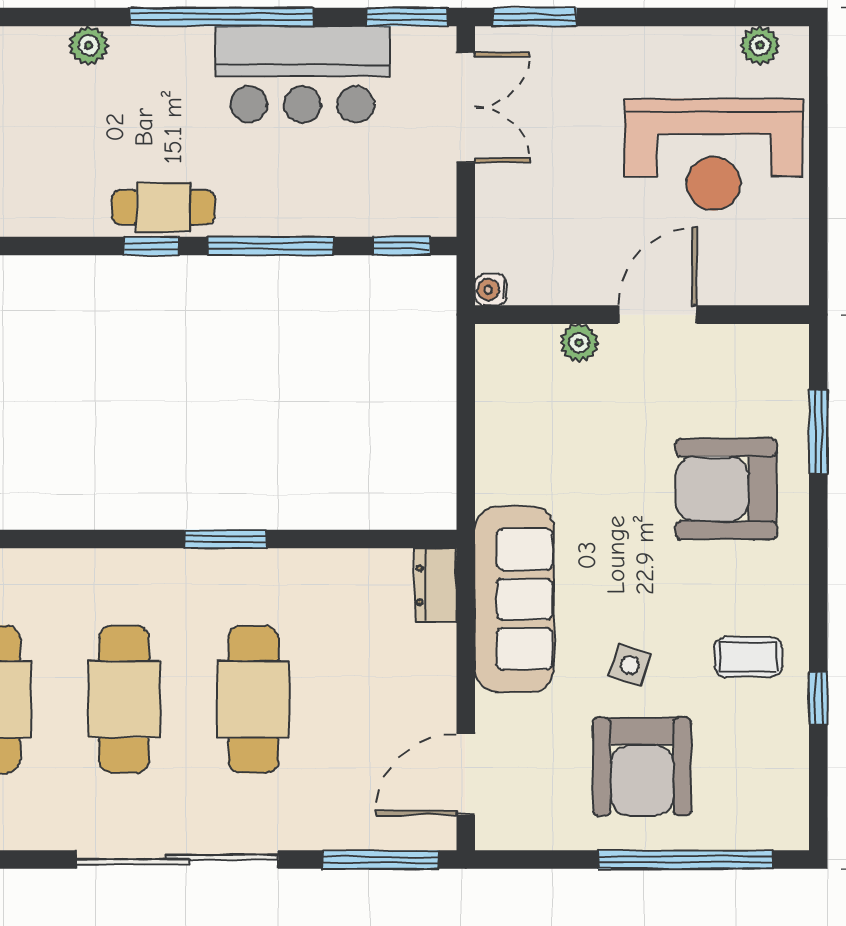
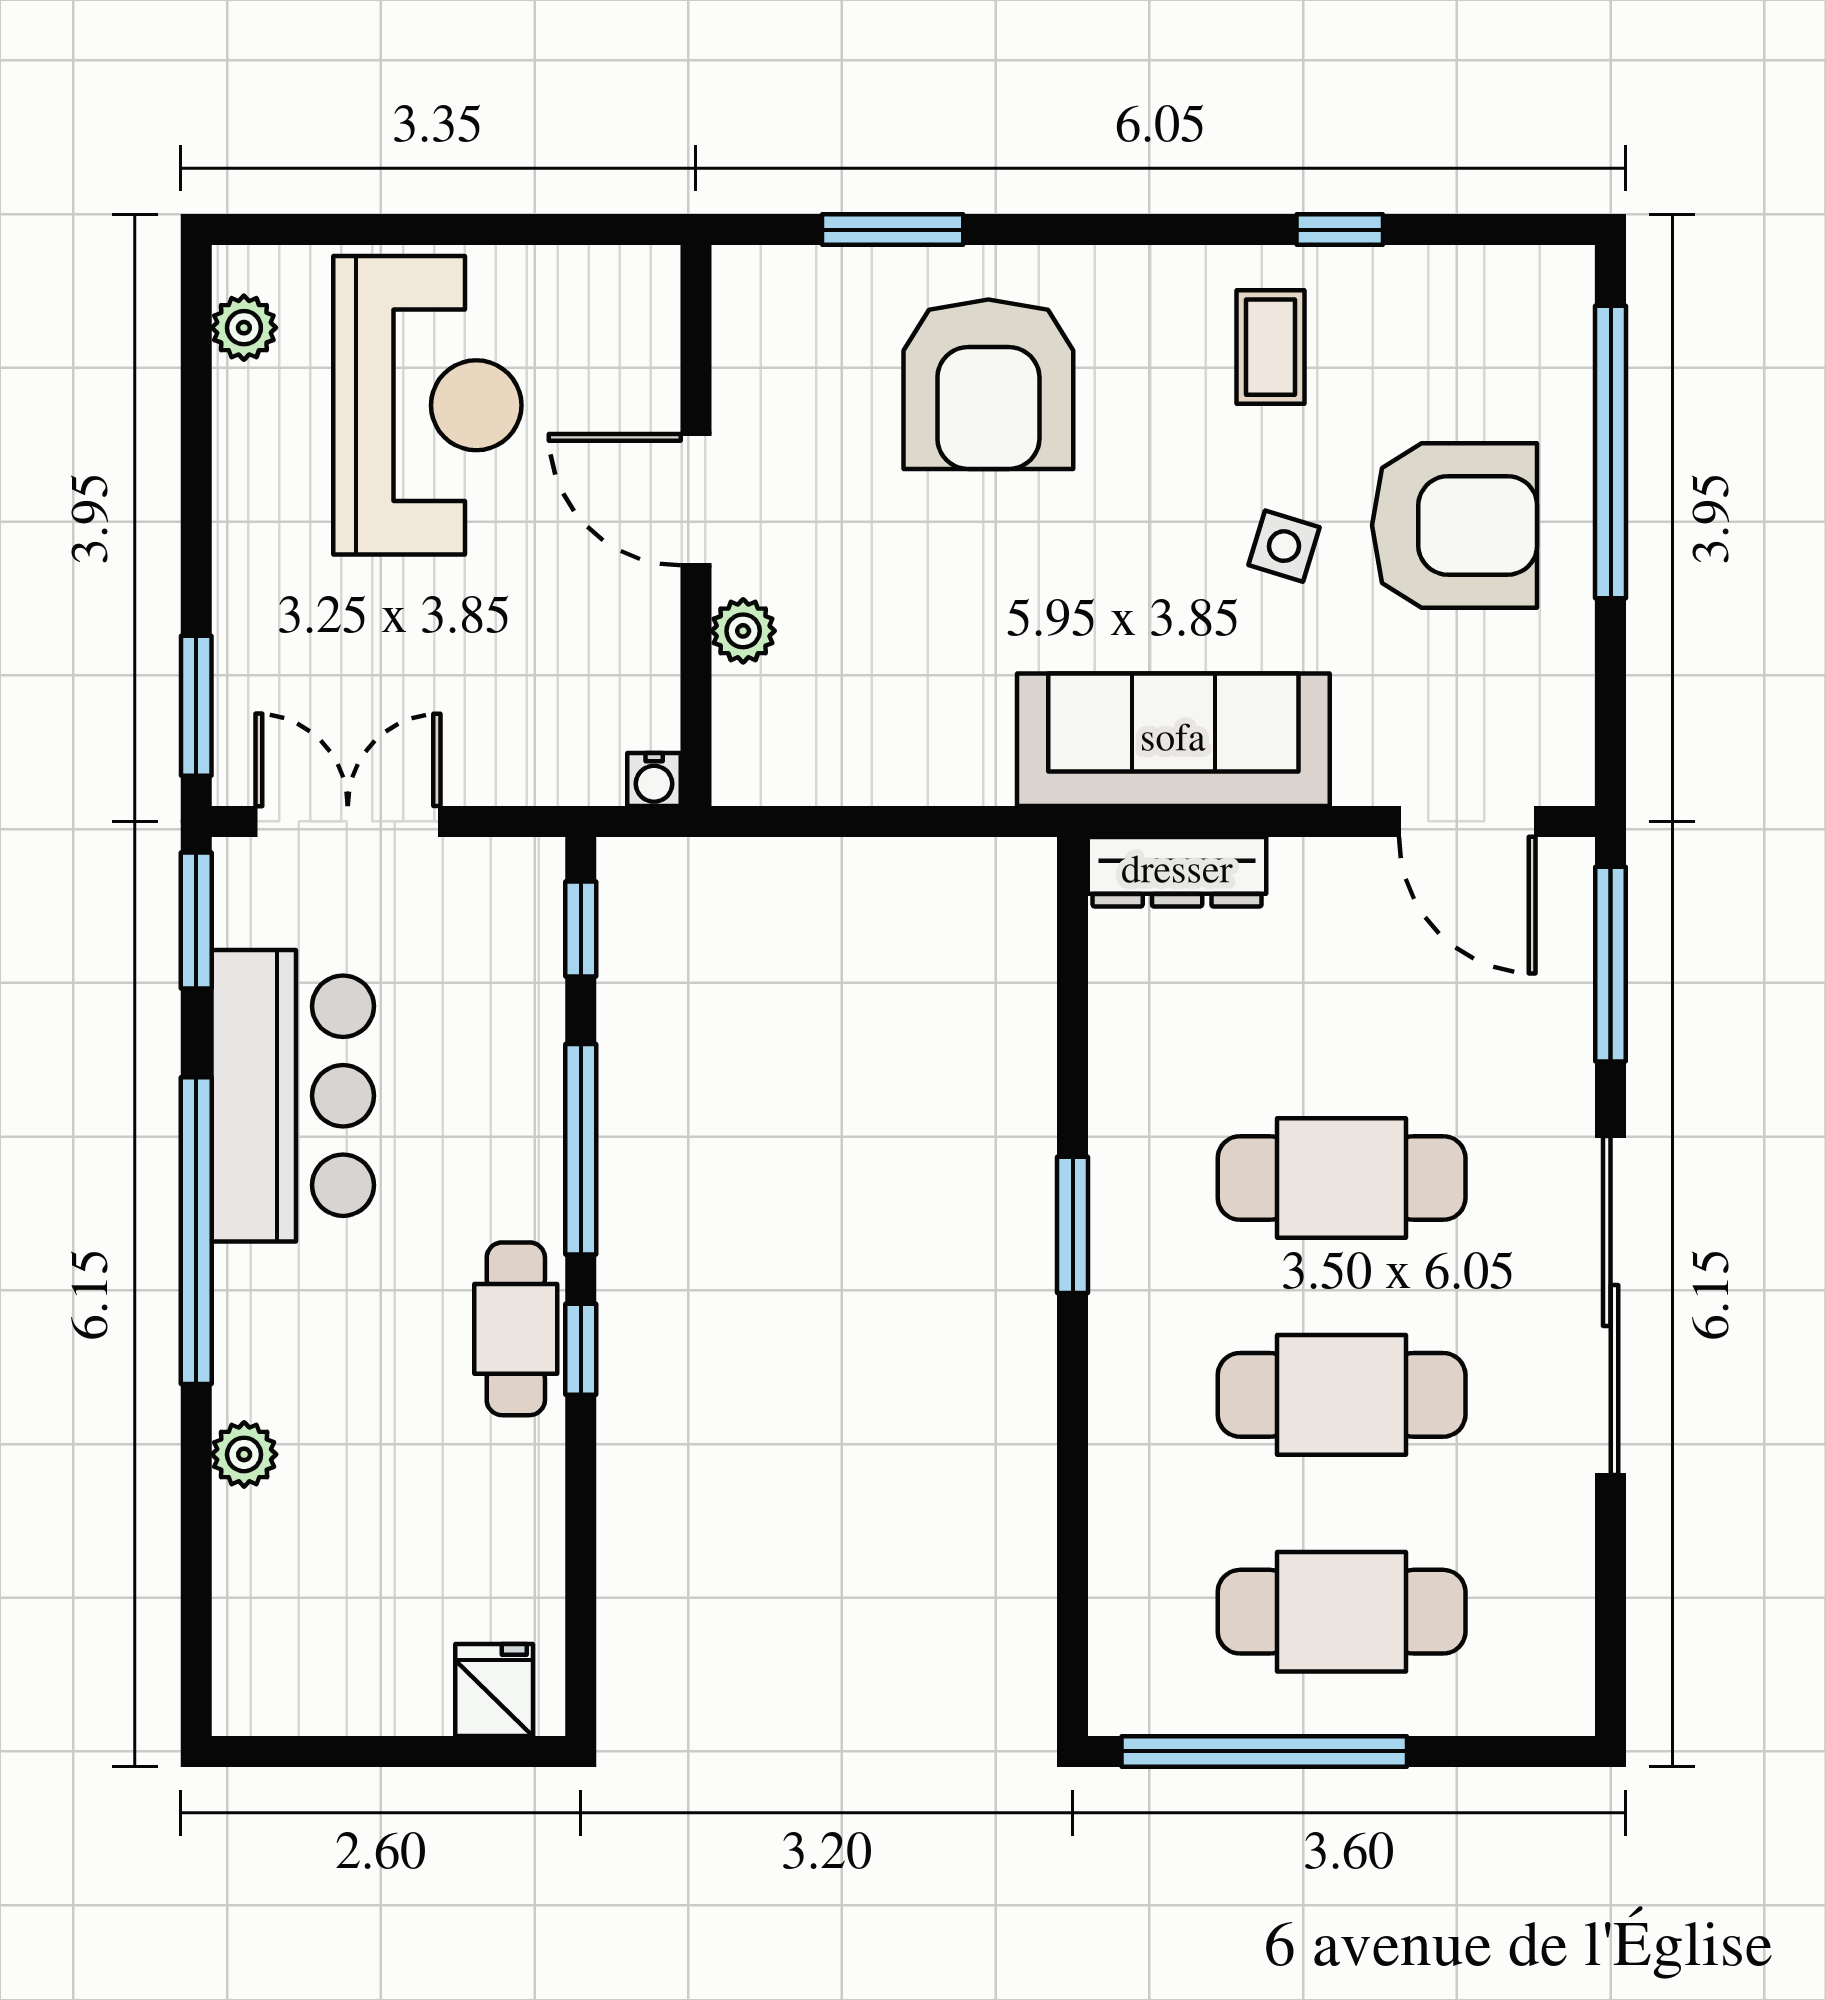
dresser: (436, 585) -> (1177, 872), width x1.44

